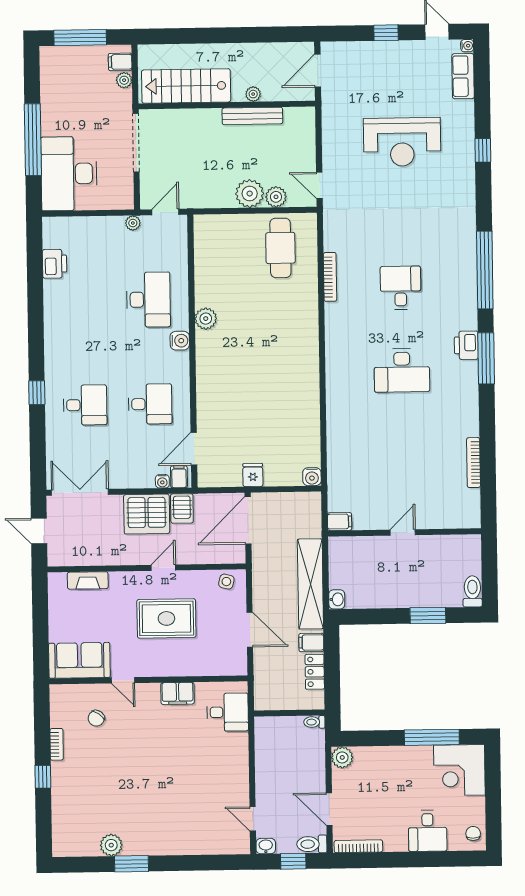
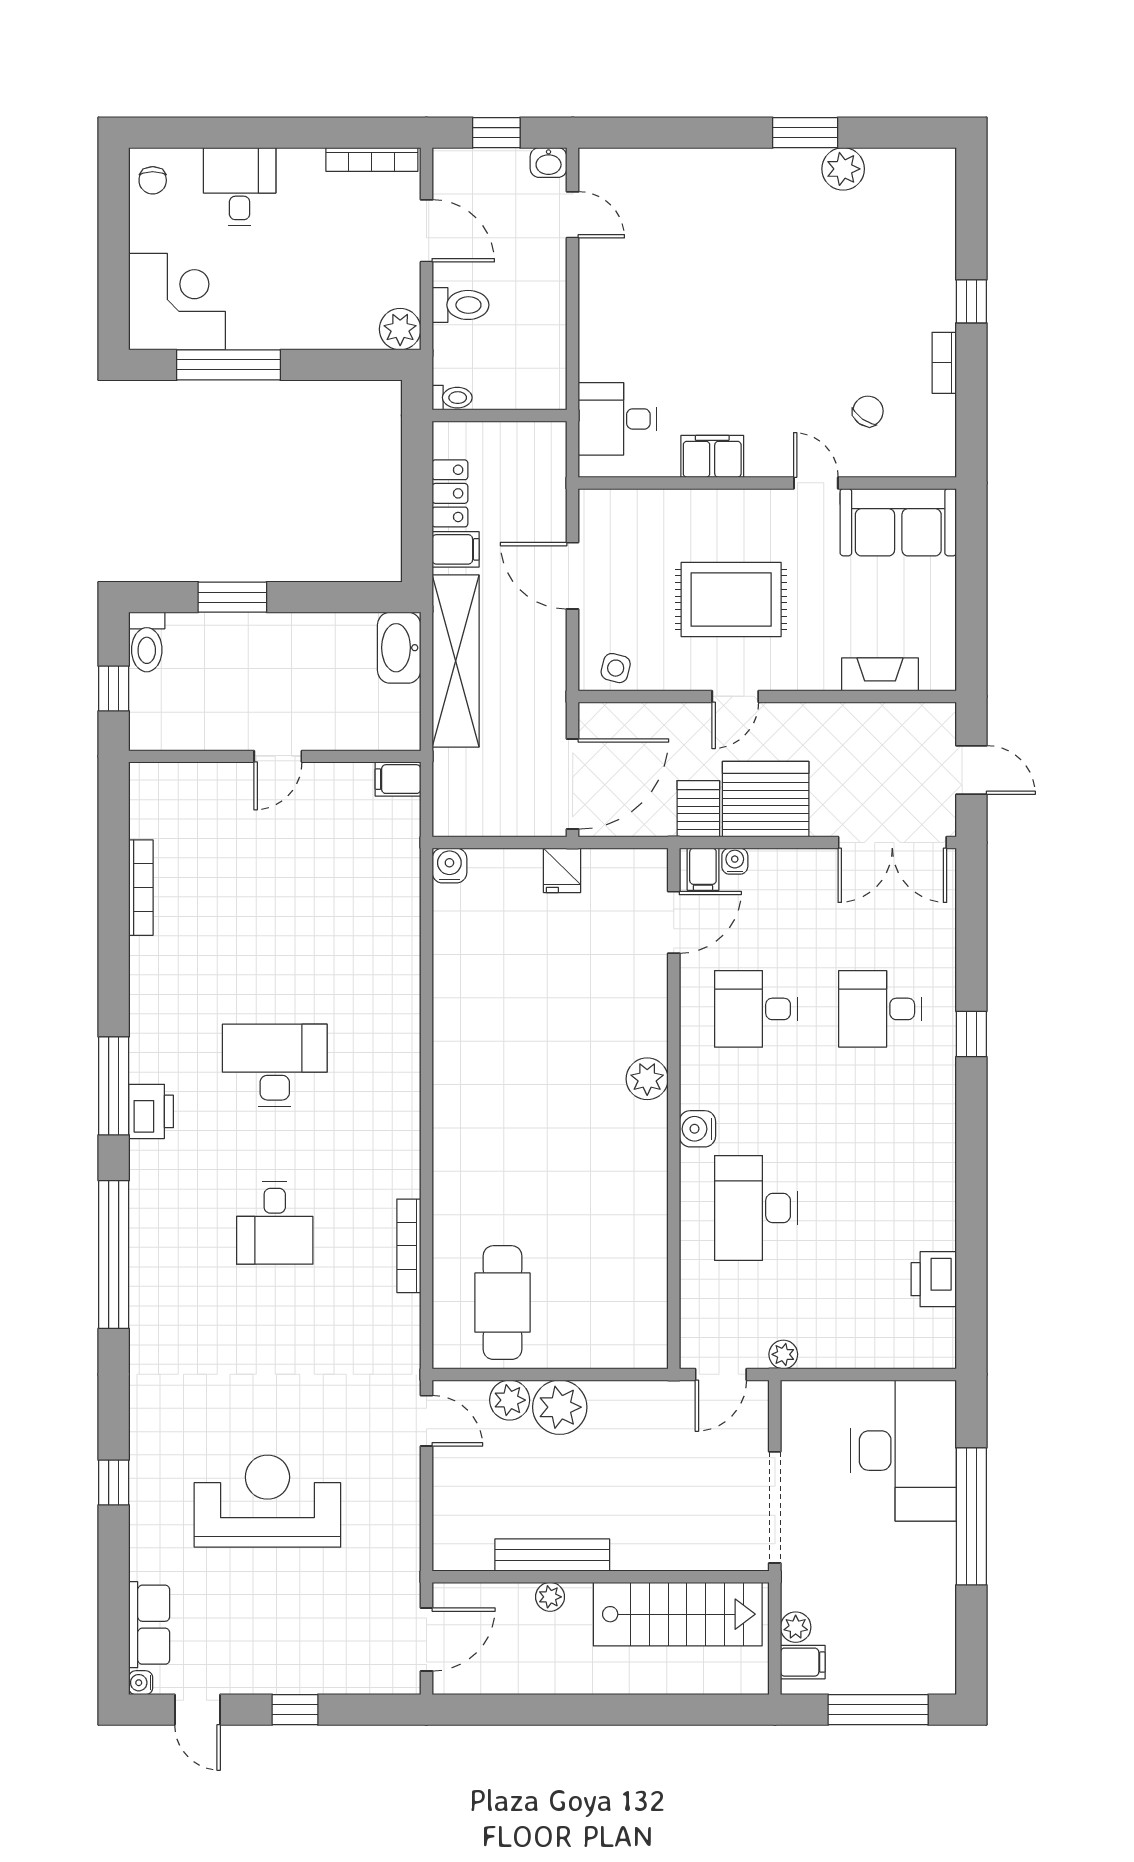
plant: (206, 319) -> (647, 1079), moved
window: (489, 567) -> (114, 688), added
washbasin: (337, 599) -> (399, 648), width x1.91, depth x1.45
toilet: (312, 844) -> (460, 305), moved

